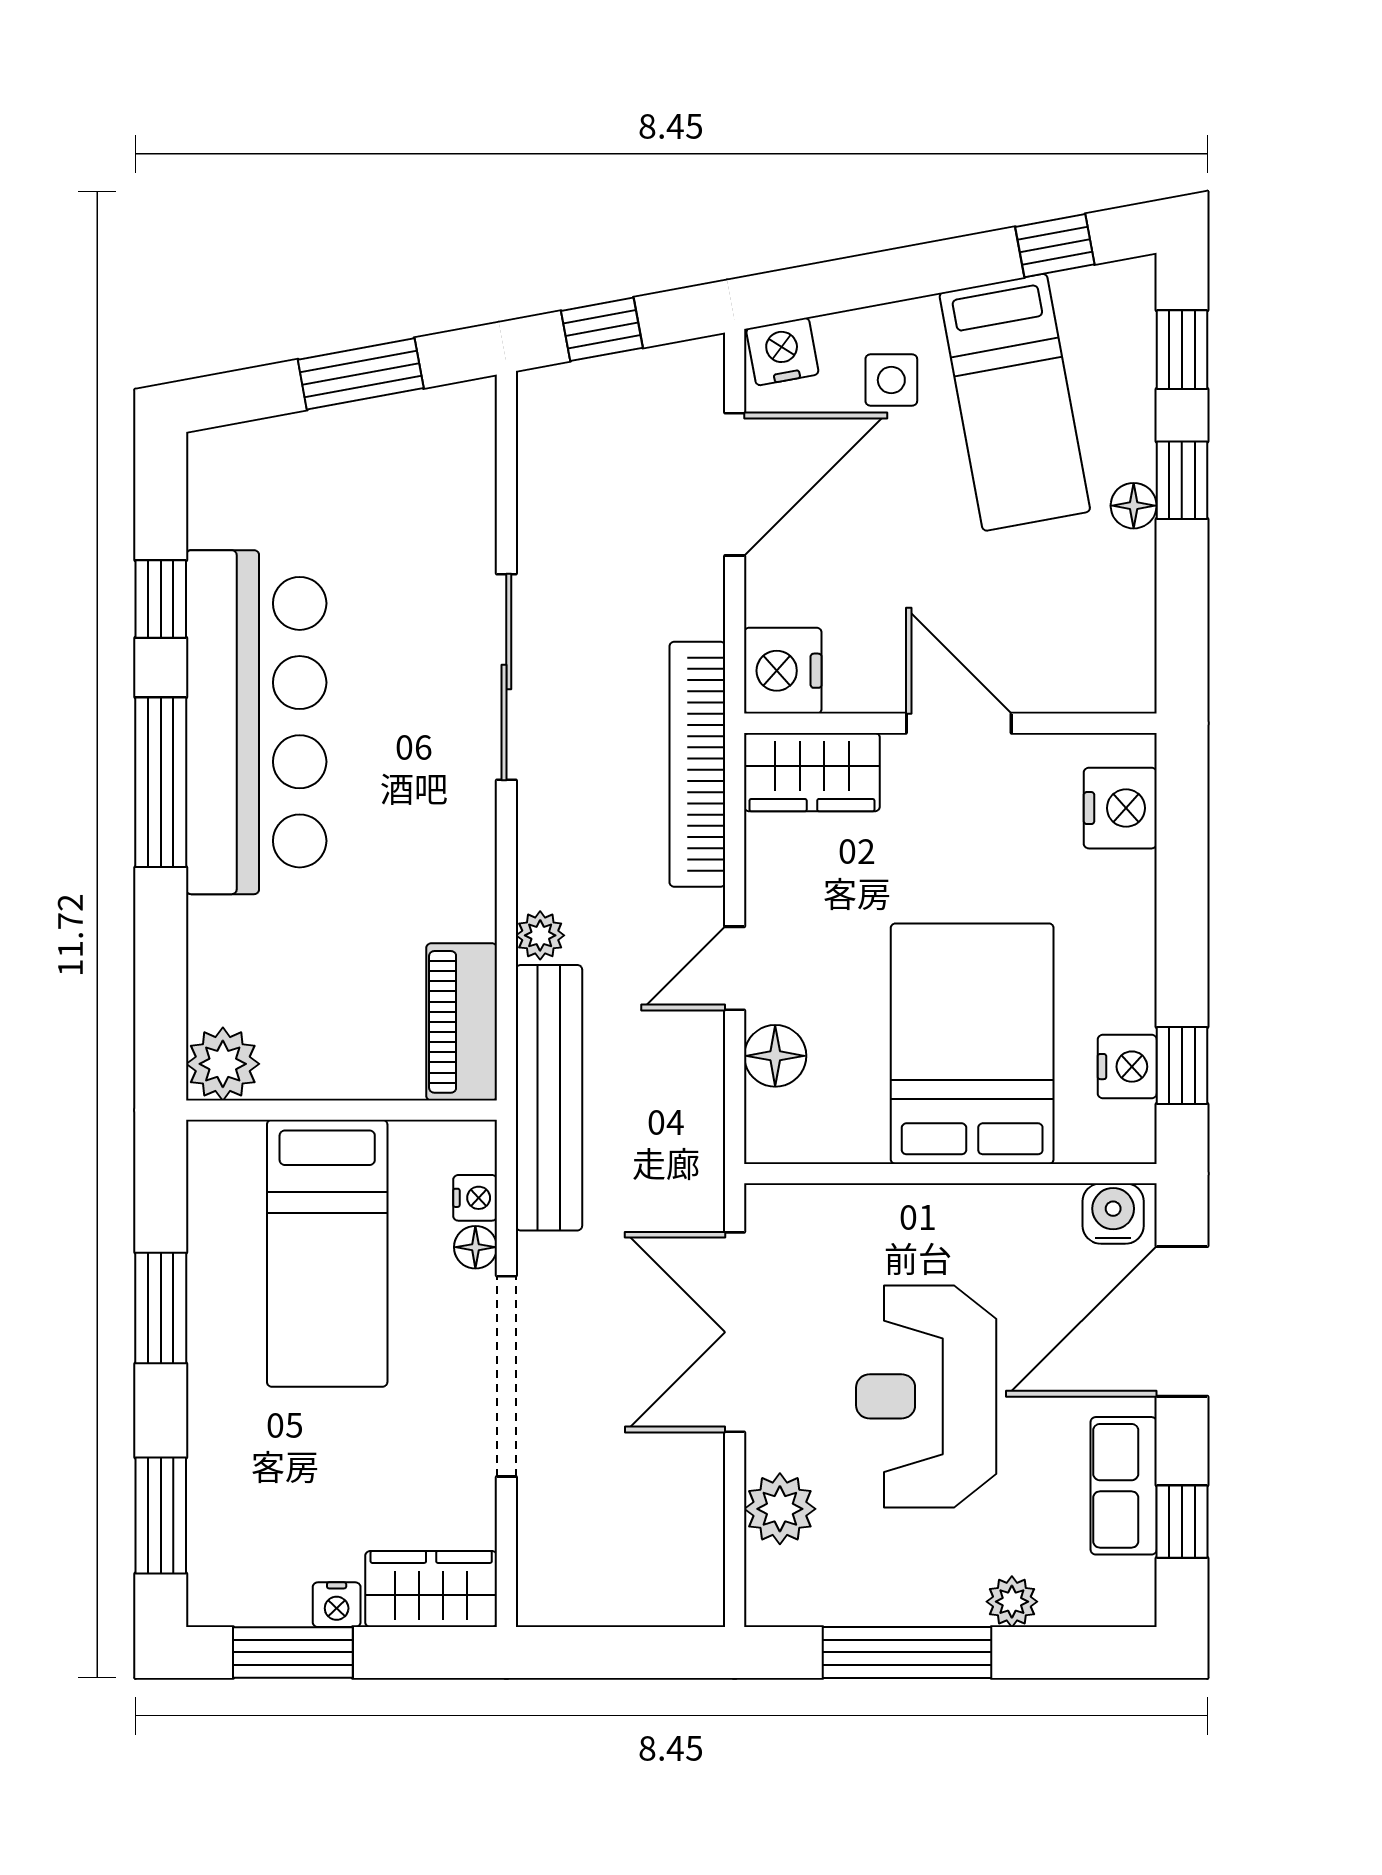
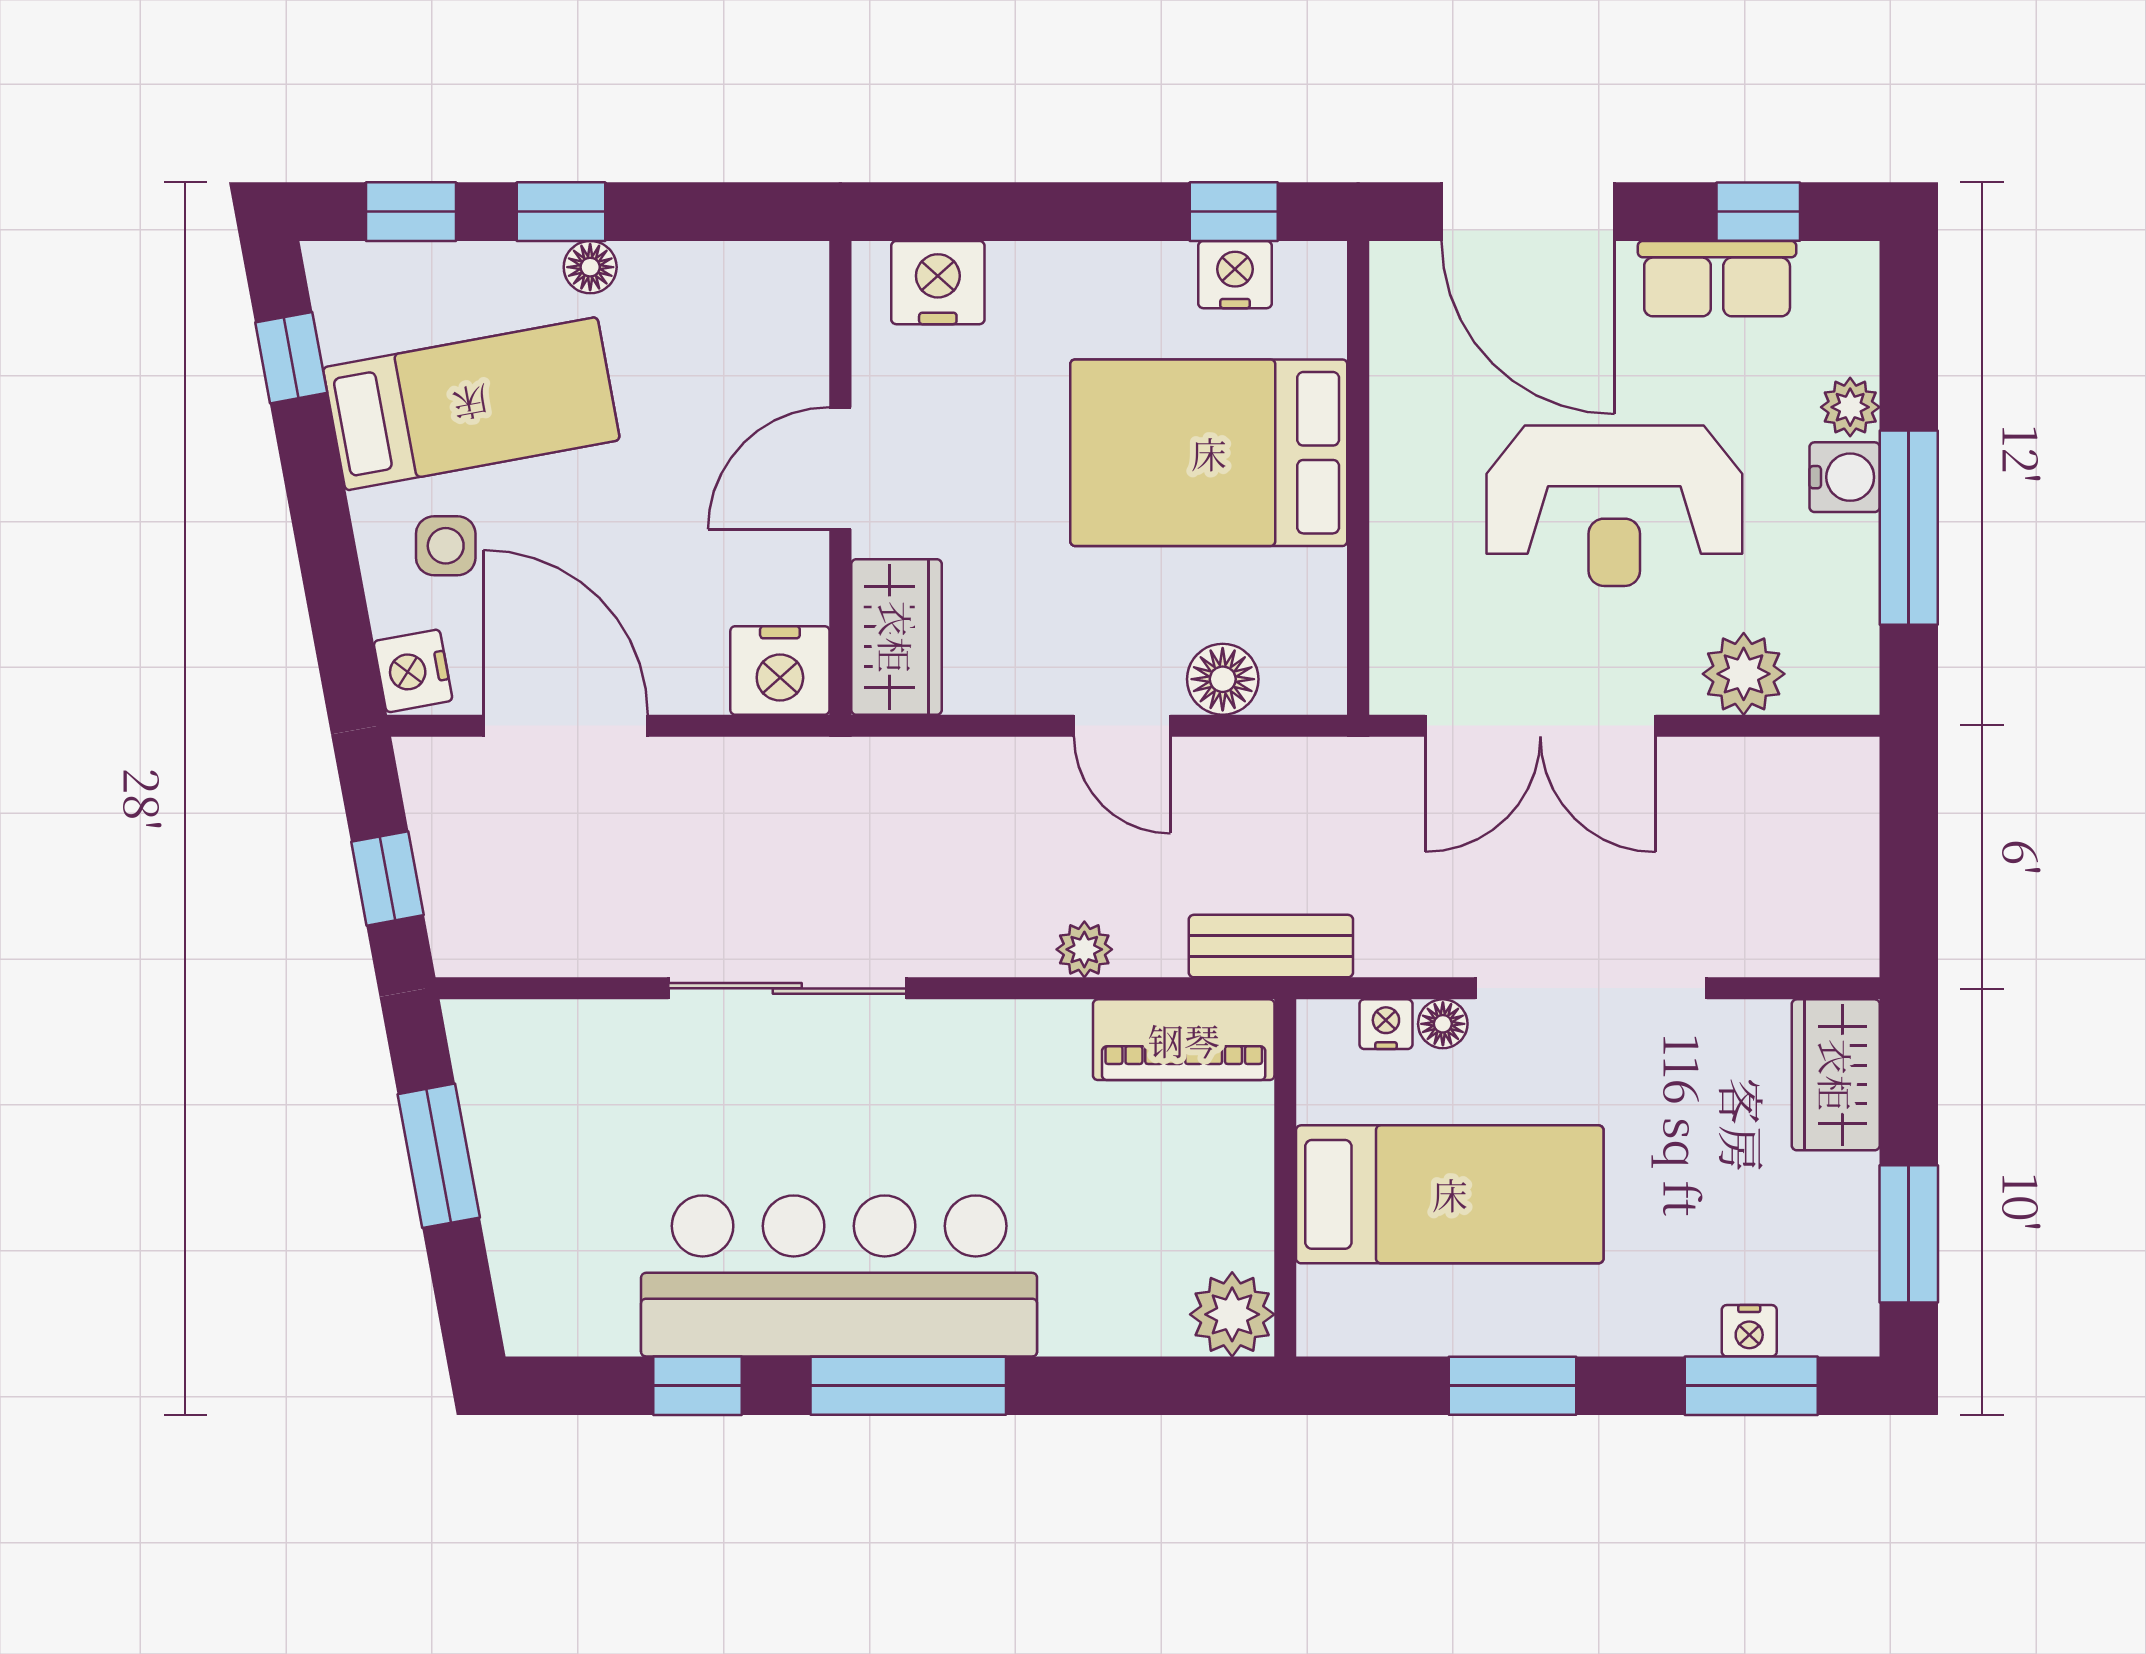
bookcase: (697, 764) -> (888, 769), removed
bench: (549, 1098) -> (1271, 946), width x0.54, depth x0.82
water cooler: (1113, 1214) -> (1845, 477), moved, turned 180
nightstand: (337, 1605) -> (1749, 1331), moved, turned 90

